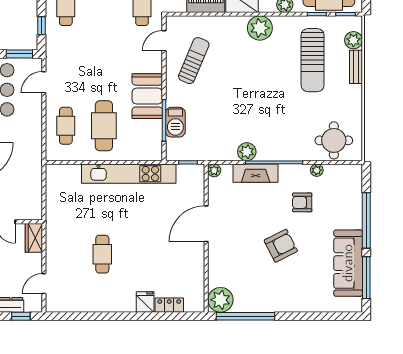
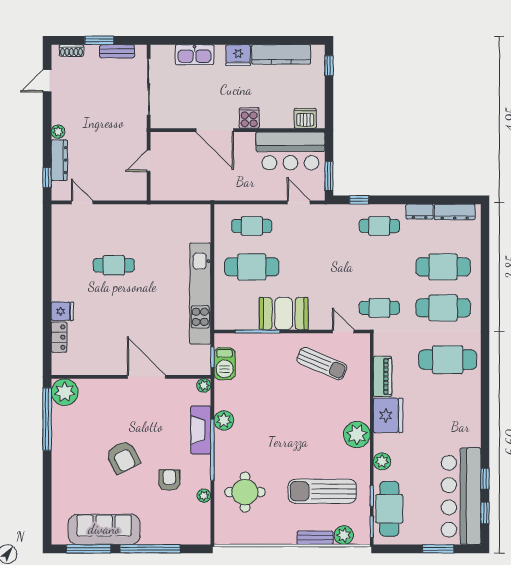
barbecue: (175, 122) -> (225, 364), moved, turned -90
round table: (334, 140) -> (245, 492), moved
wardrobe: (34, 238) -> (131, 192), removed

